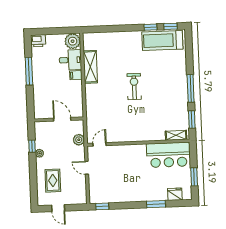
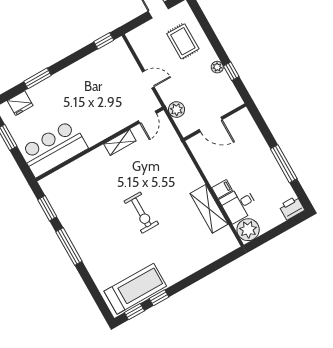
shelving: (176, 135) -> (120, 142), moved

